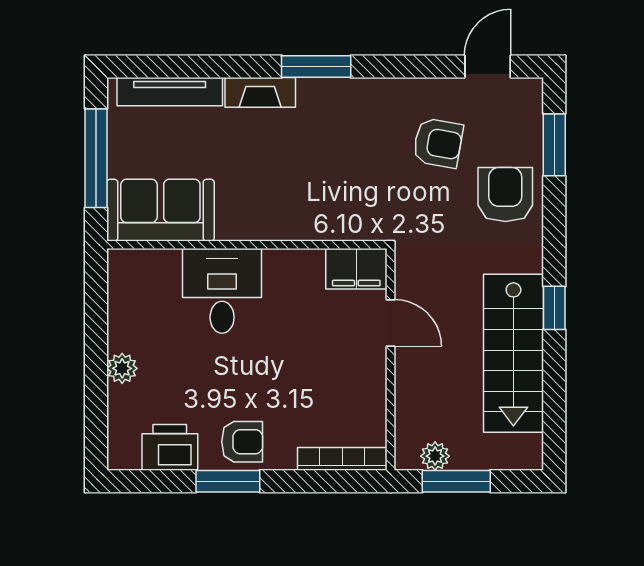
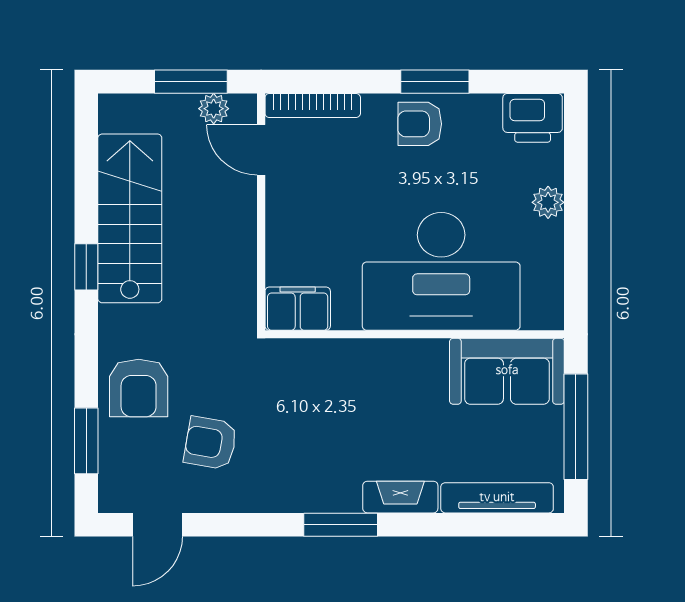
desk: (222, 291) -> (441, 271), width x1.87, depth x1.30
door: (391, 323) -> (261, 150), moved
printer: (170, 447) -> (533, 118), moved

